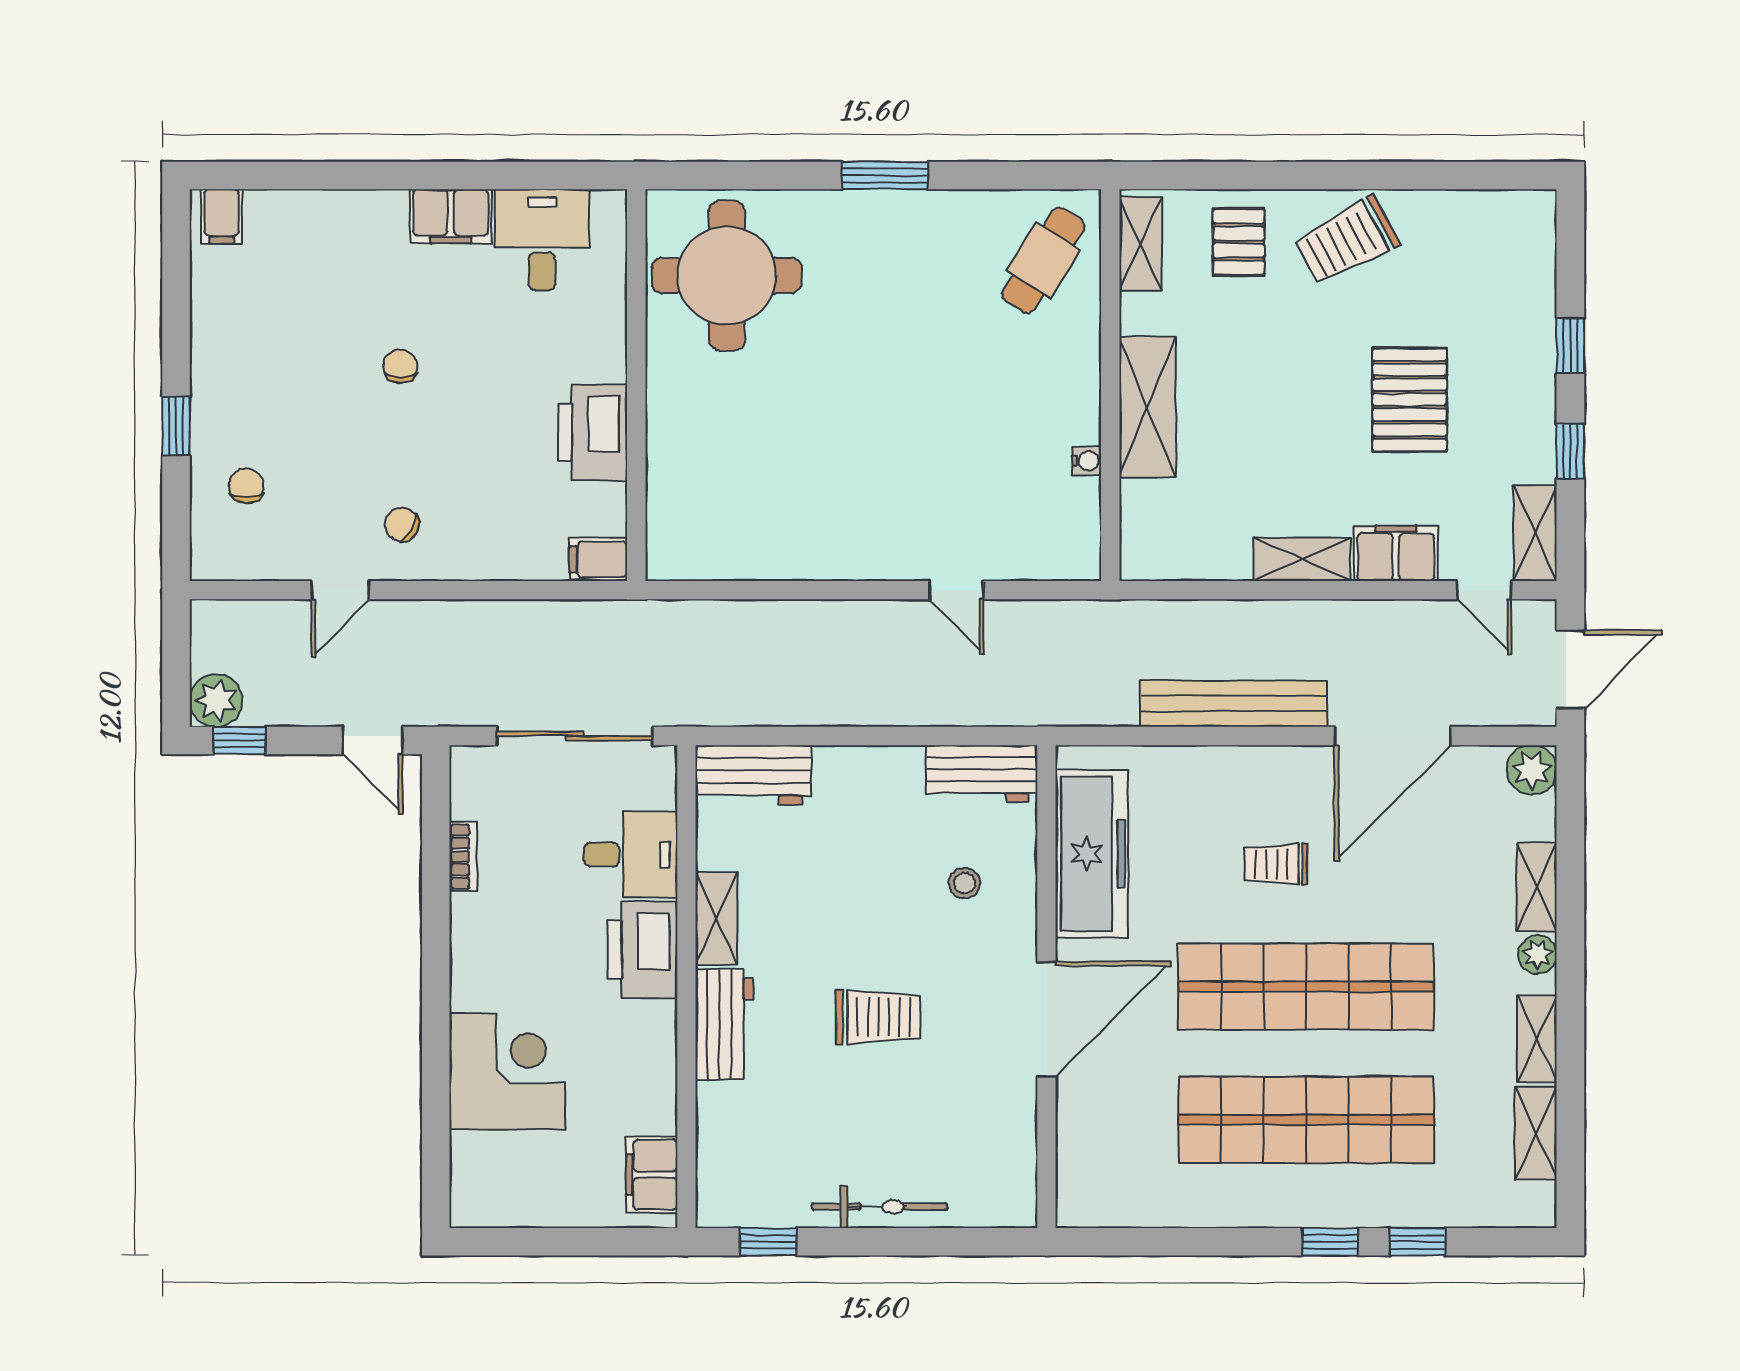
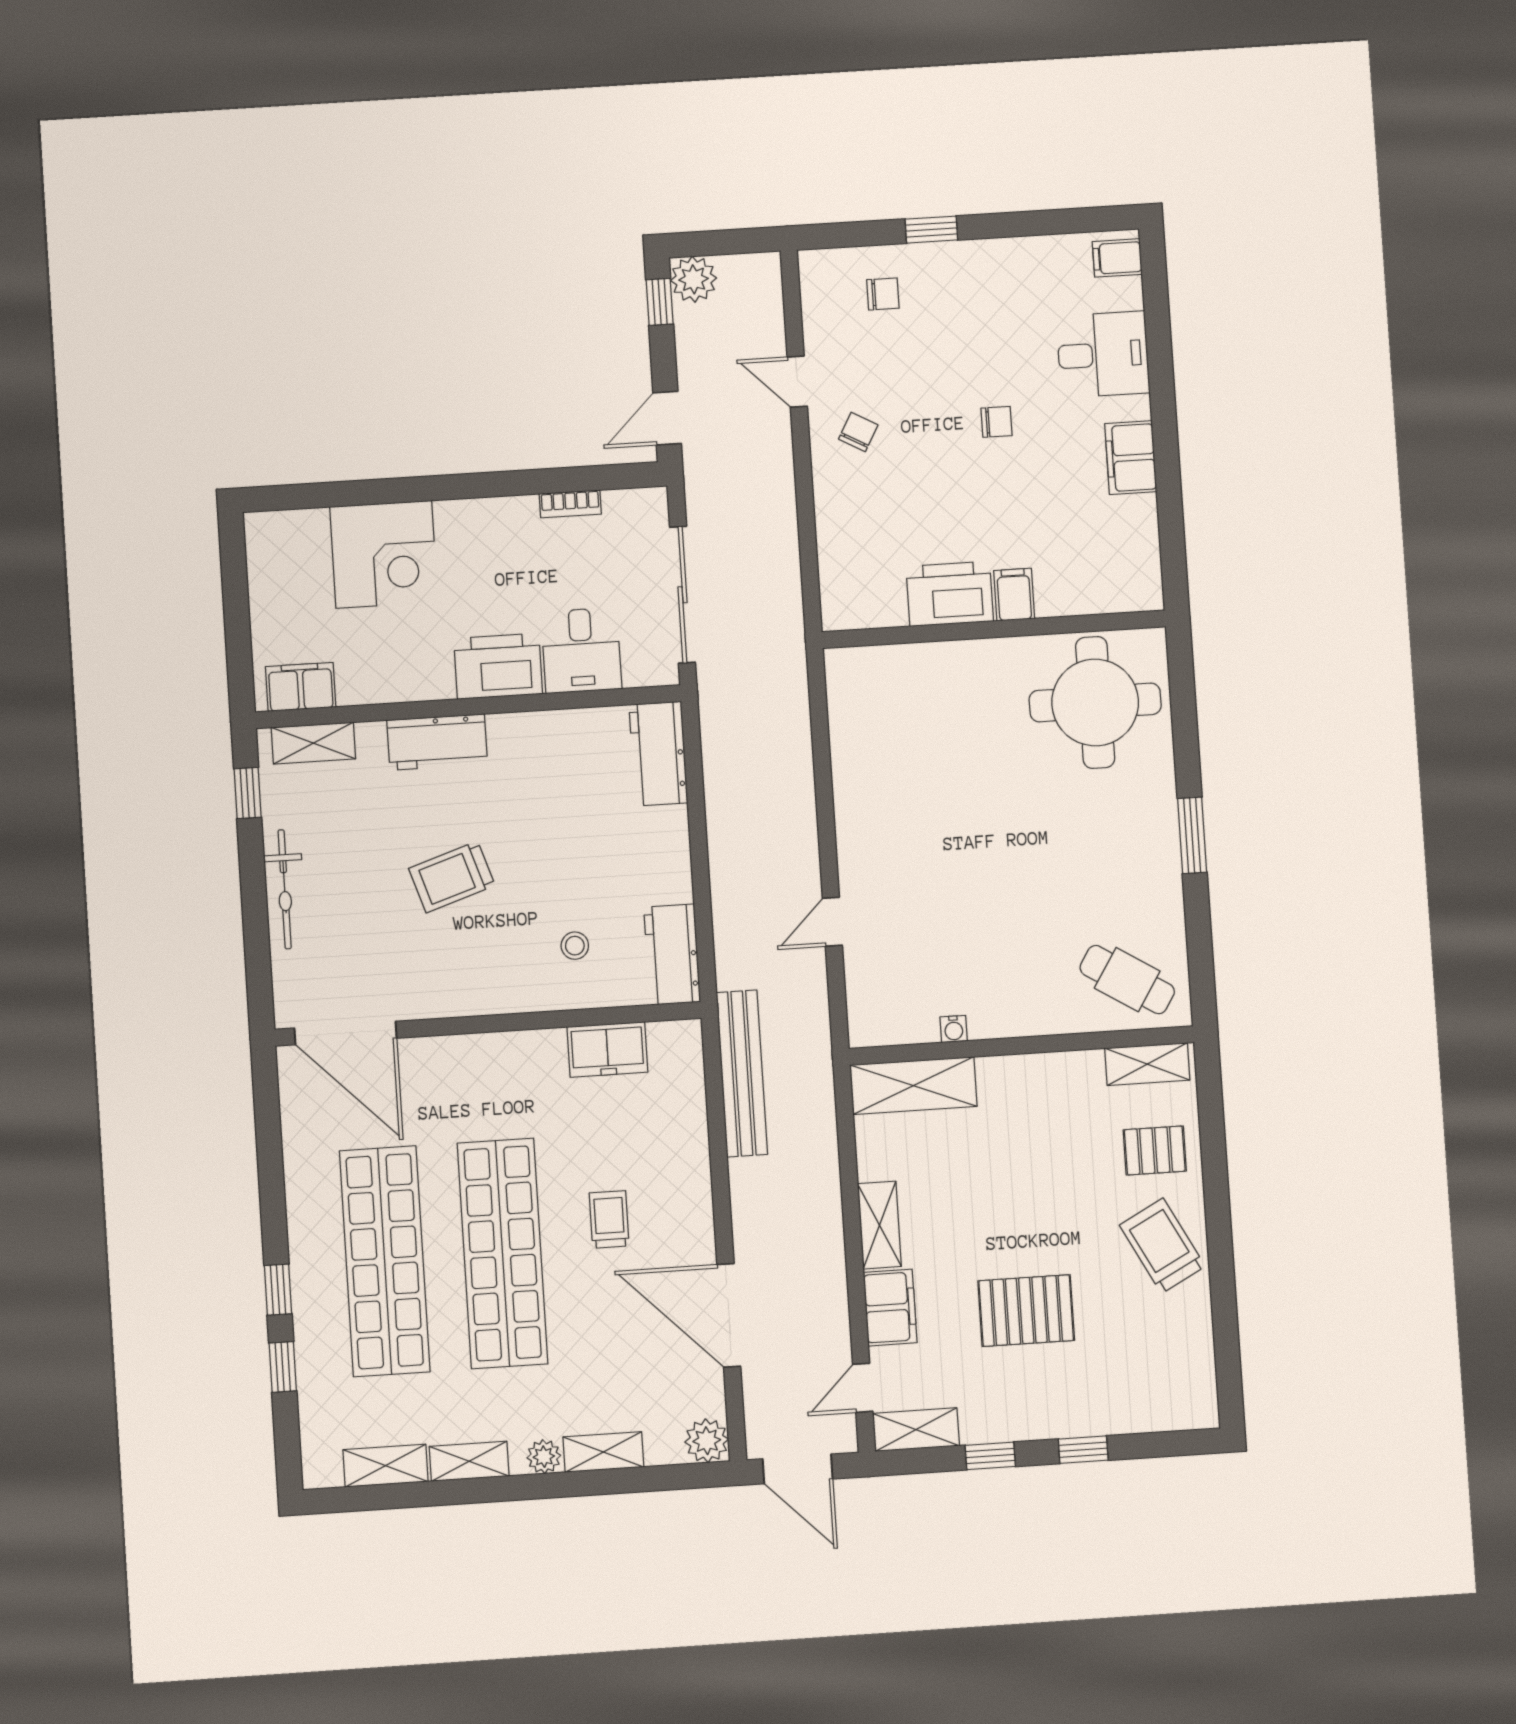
desk: (542, 240) -> (1103, 354), moved
shelving: (1147, 407) -> (913, 1086), moved
filing cabinet: (598, 559) -> (1014, 595), moved
bench: (1234, 704) -> (742, 1073), moved
freezer: (1092, 854) -> (607, 1049), width x0.52, depth x0.79
shelving: (716, 919) -> (313, 743), moved
trolley: (878, 1017) -> (452, 877), turned 72
door: (1046, 1019) -> (345, 1033), moved

